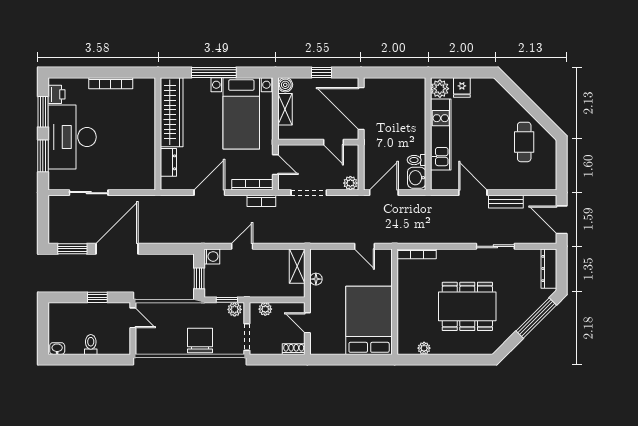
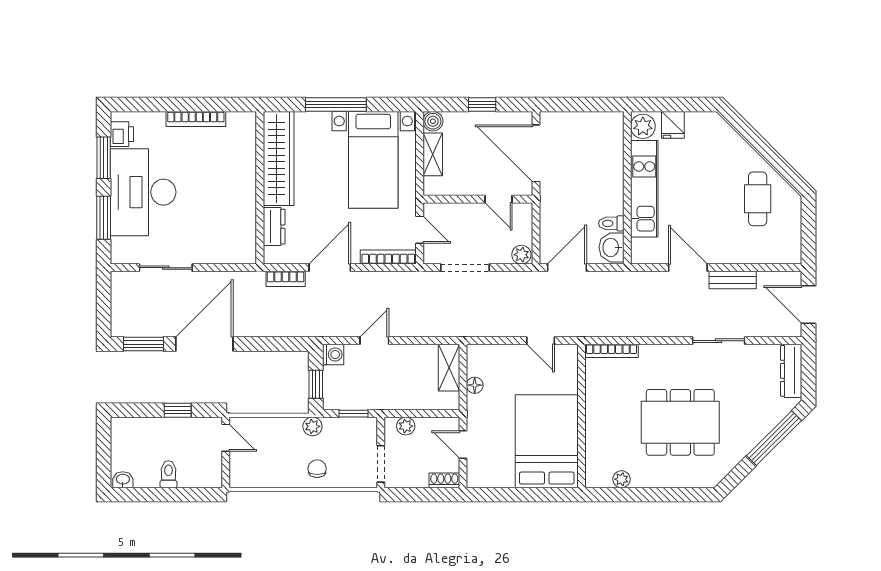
bookcase: (261, 201) -> (286, 279), moved
plant: (235, 309) -> (312, 426), moved
chair: (200, 340) -> (317, 469), width x0.54, depth x0.54

